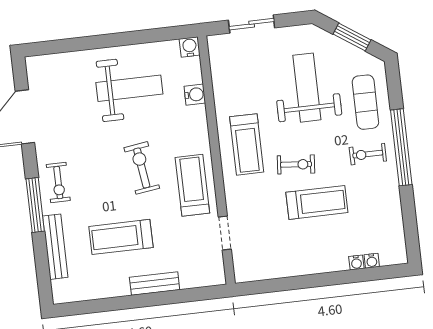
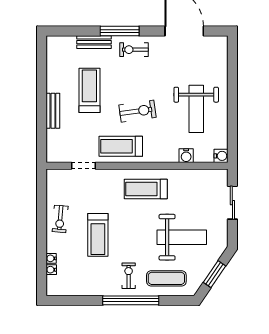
exercise bike: (296, 164) -> (60, 219), moved
treadmill: (192, 185) -> (121, 146), turned 180
bench: (55, 247) -> (94, 42), width x0.73

